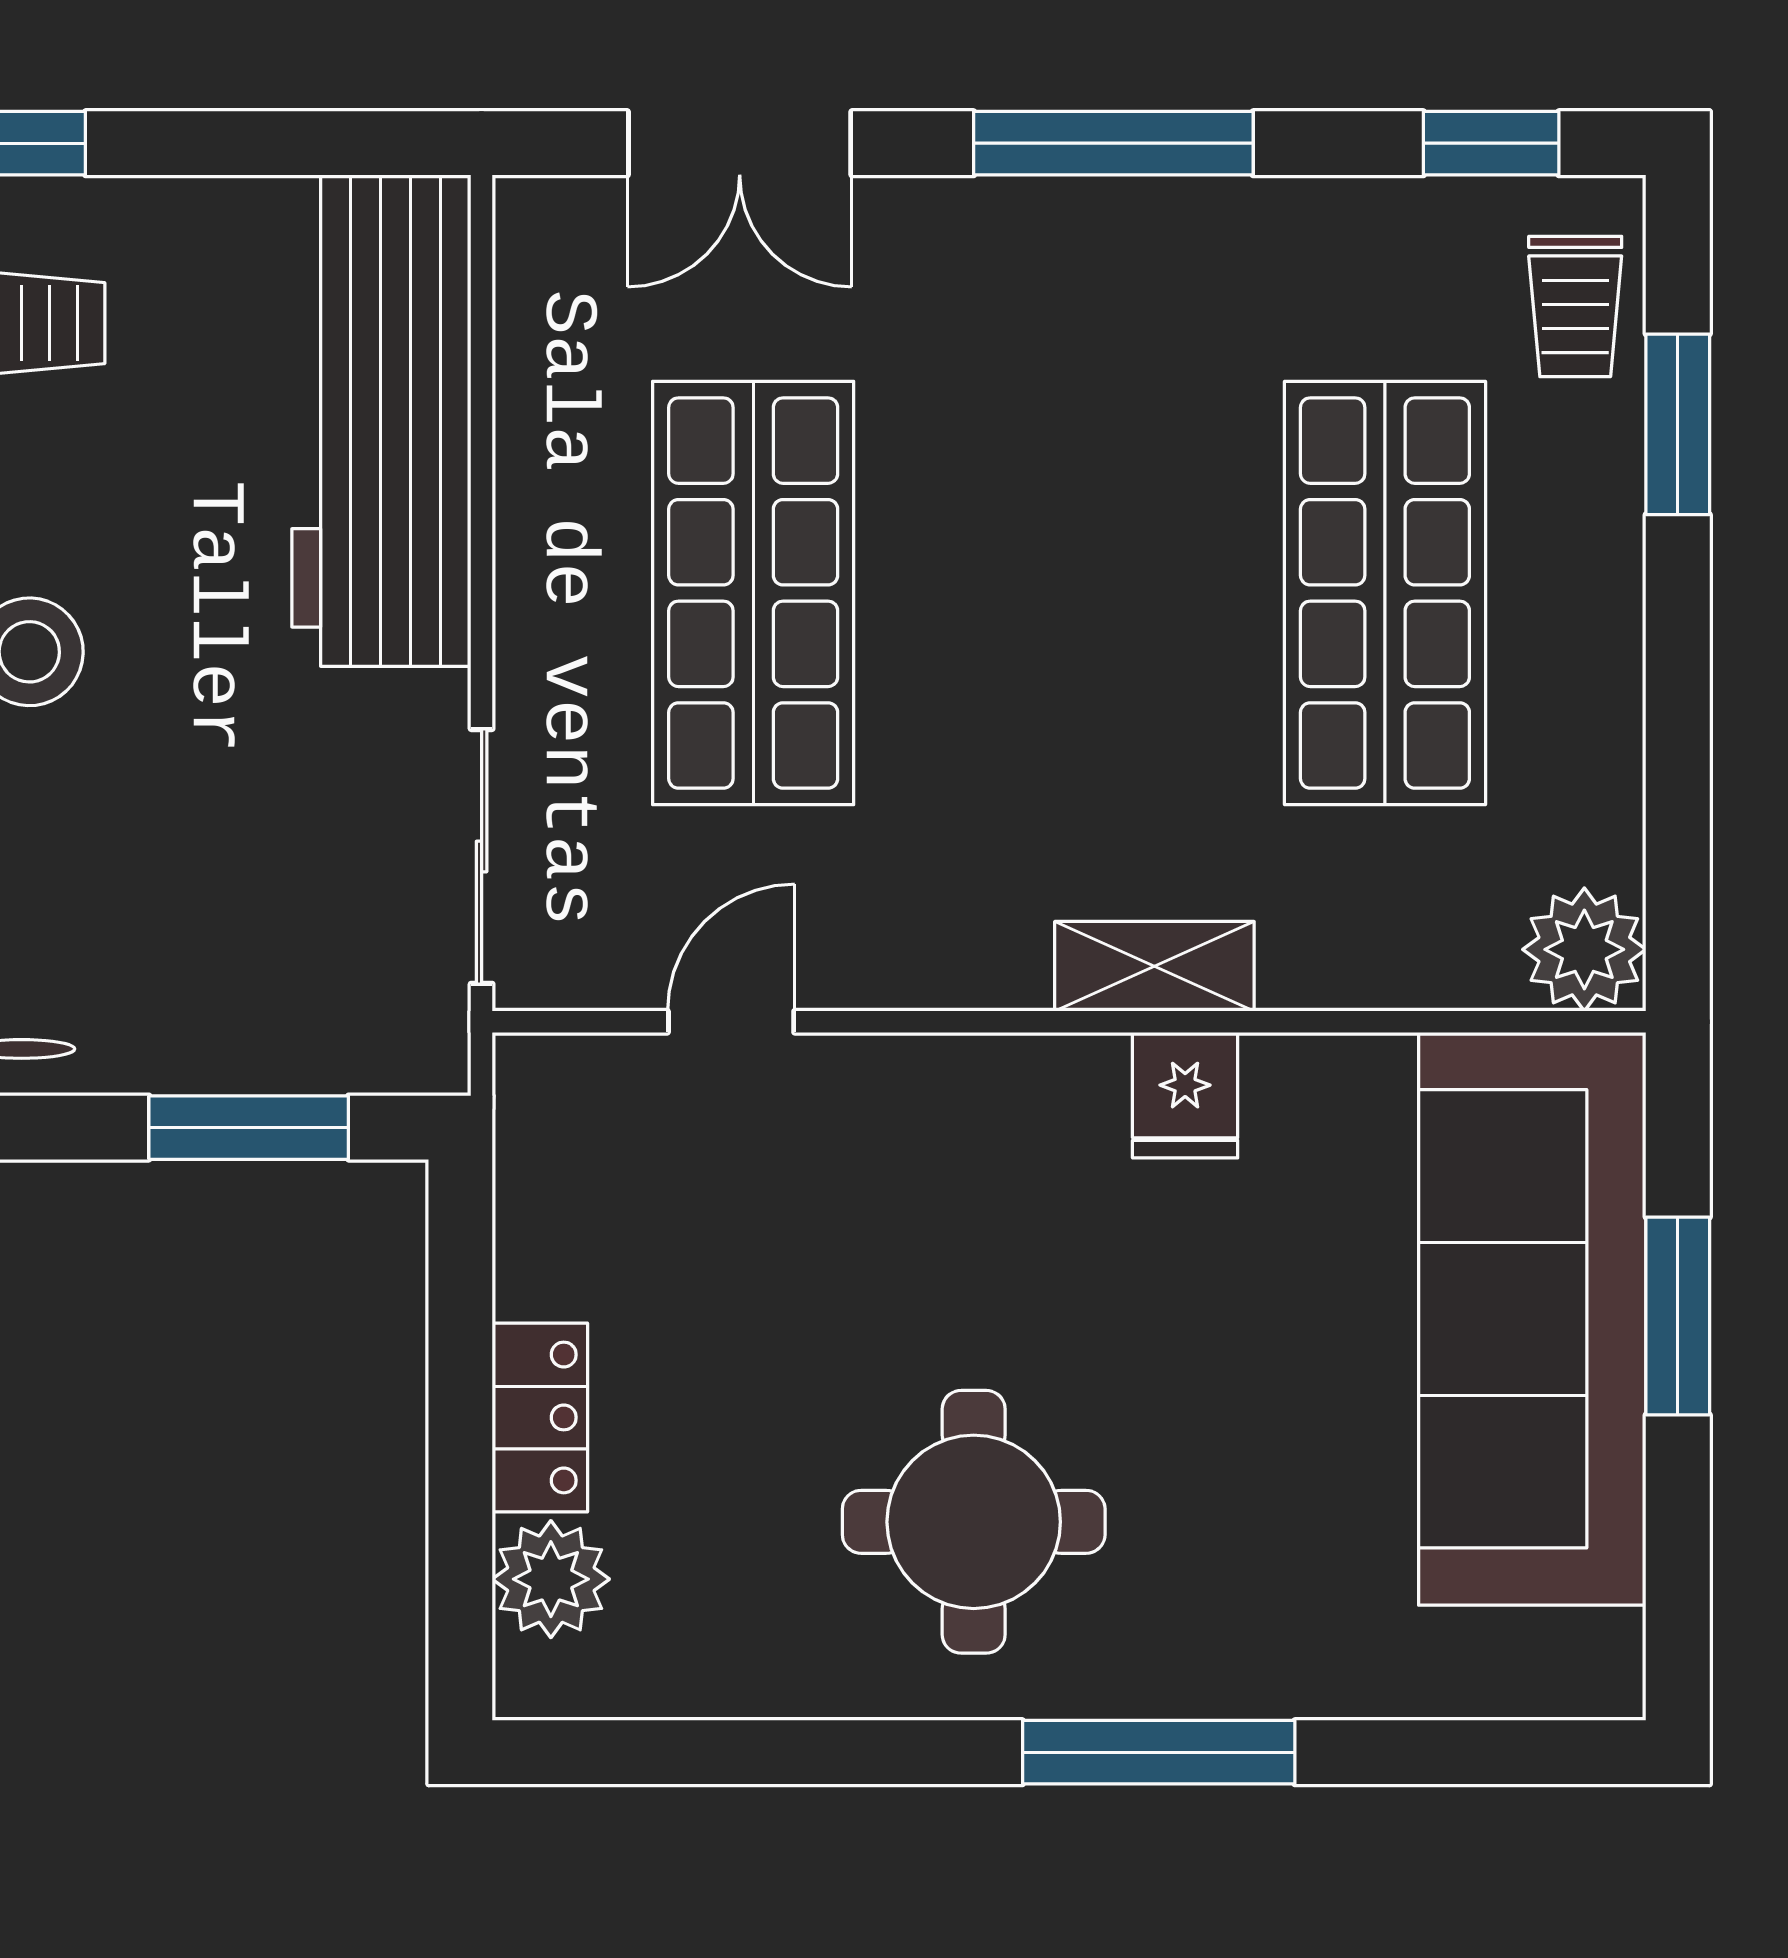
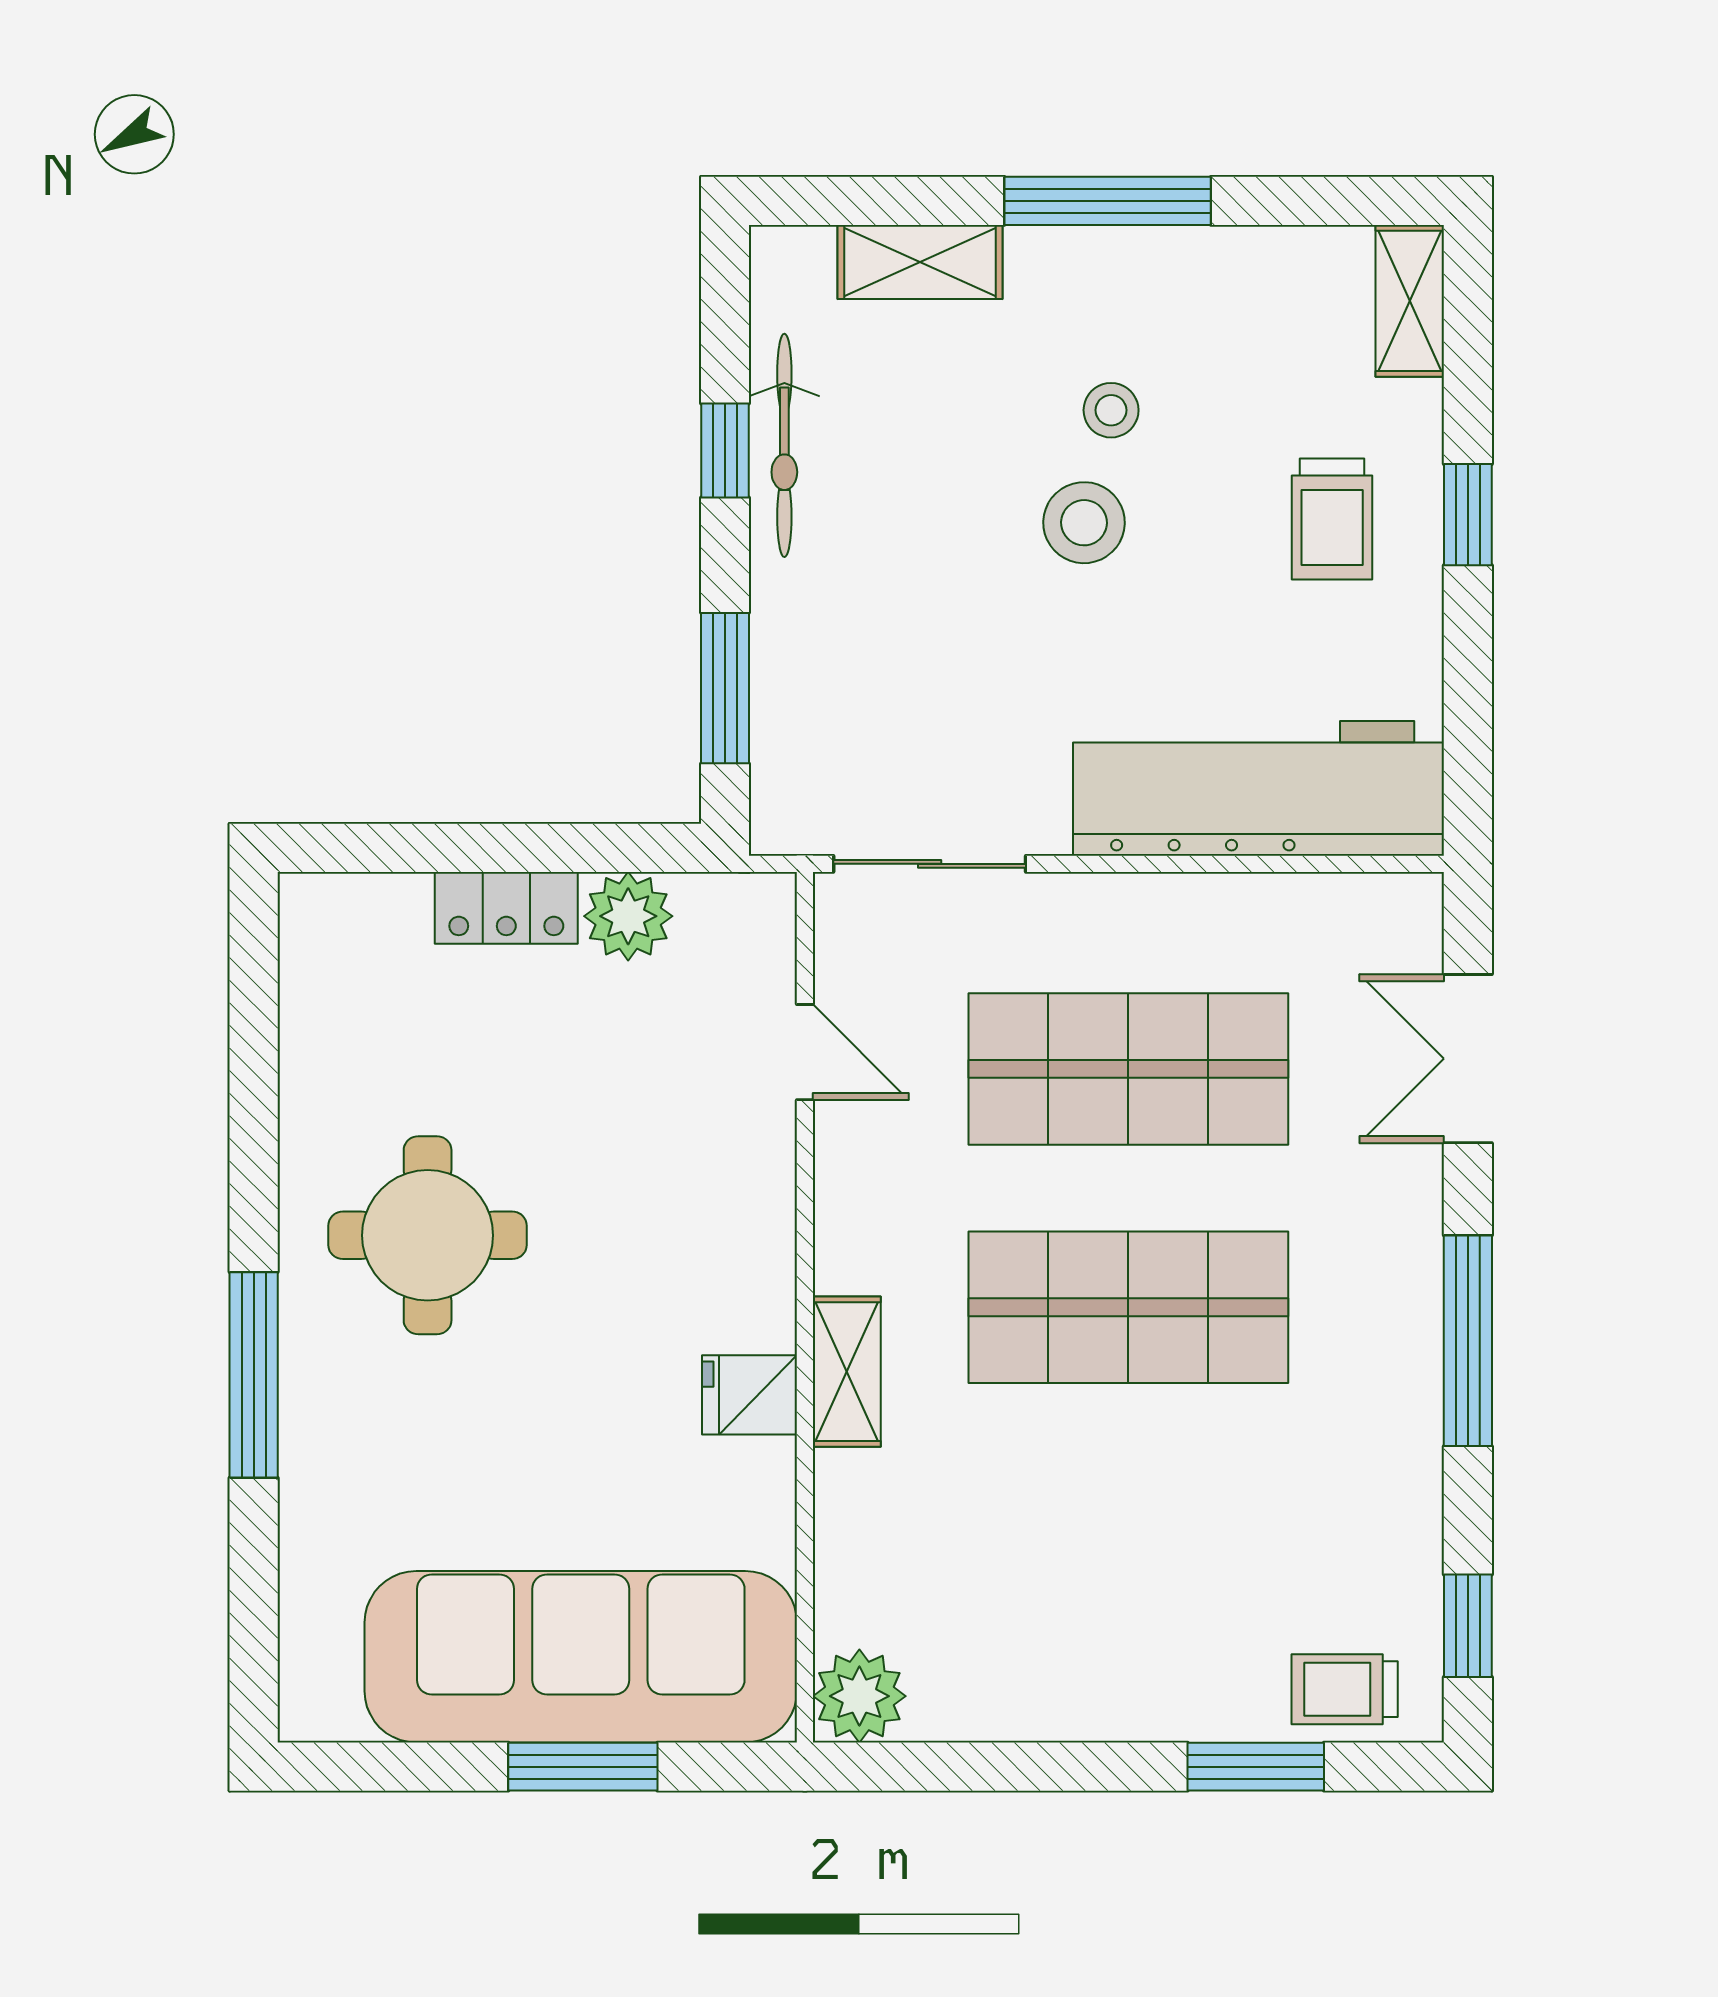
shop shelf: (1385, 593) -> (1128, 1307), moved
plant: (551, 1579) -> (628, 916), moved

